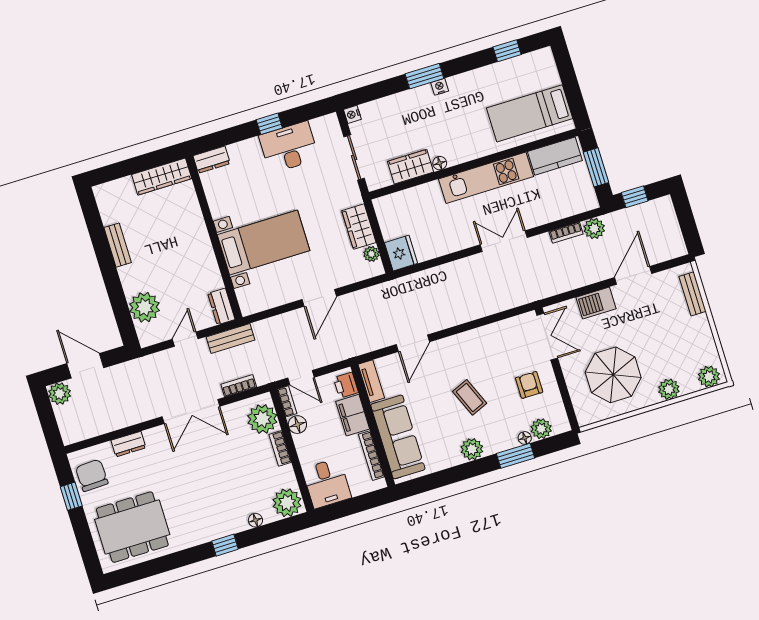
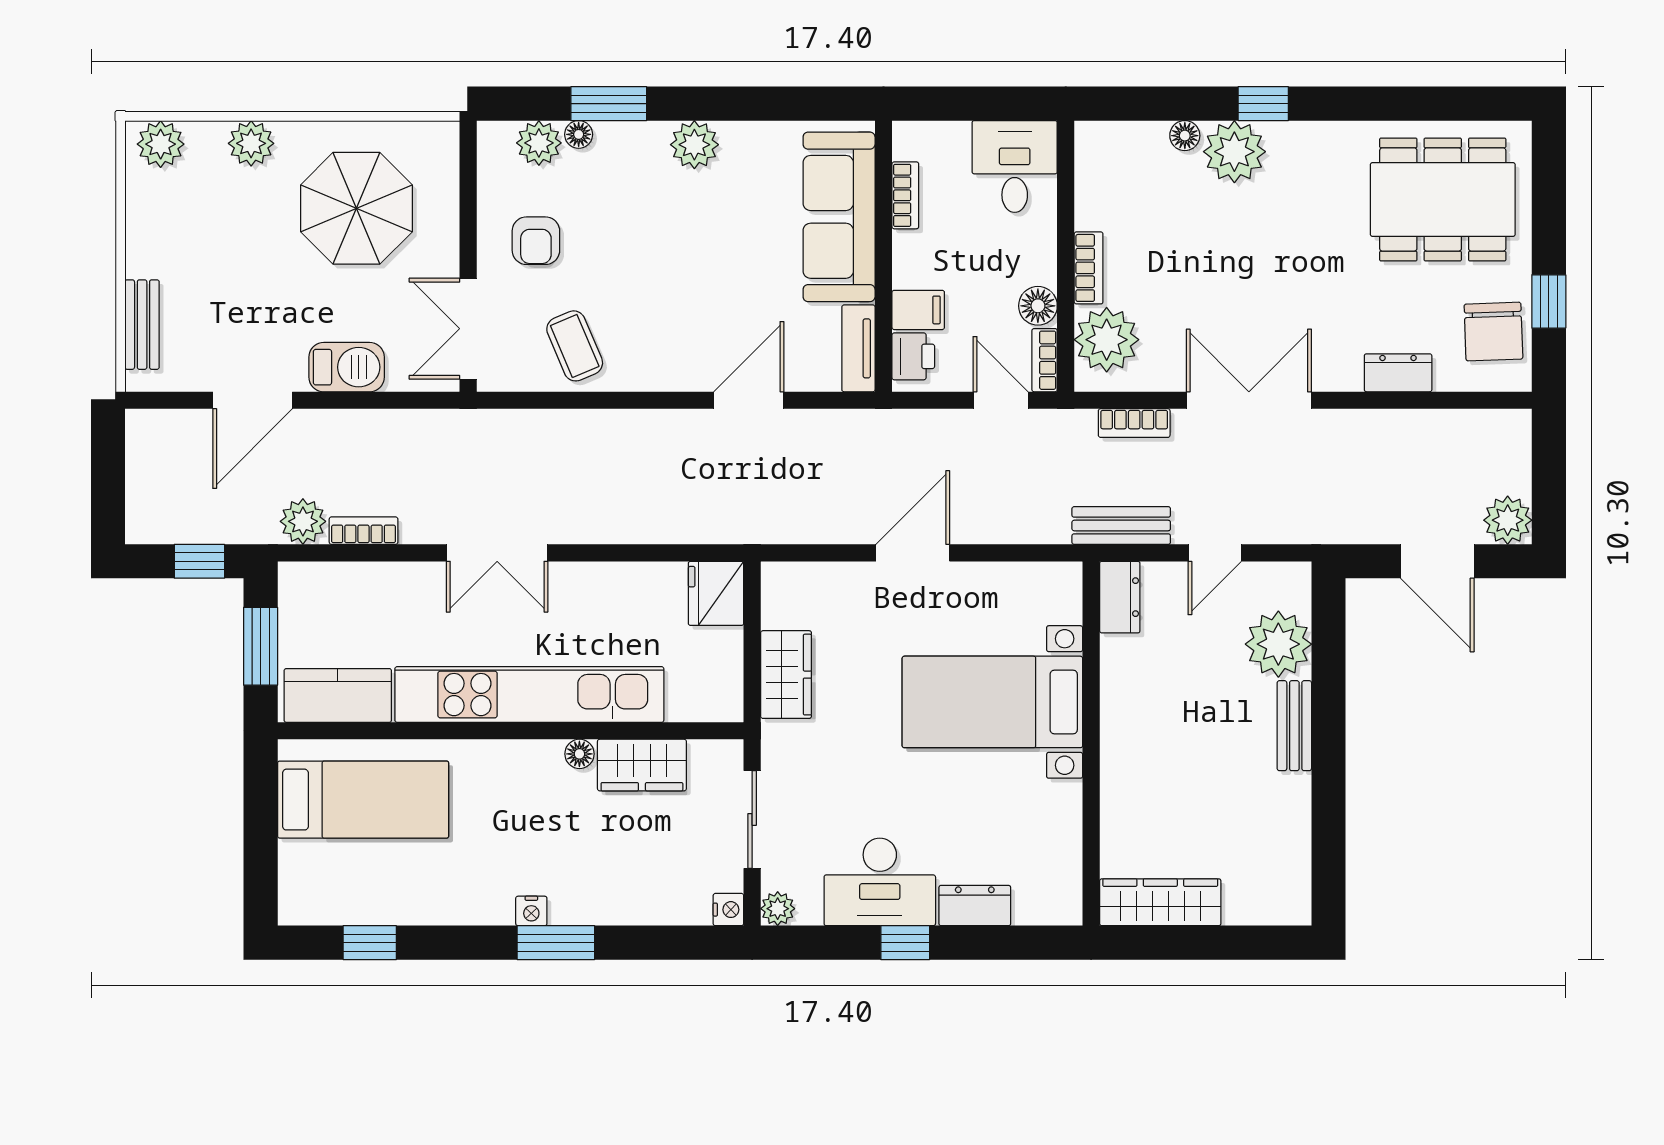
dresser: (212, 160) -> (975, 906), moved
kitchen unit: (486, 178) -> (529, 695), width x1.36
bench: (118, 245) -> (1294, 726), moved
plant: (371, 254) -> (778, 909), moved
coffee table: (470, 397) -> (575, 346), moved
filing cabinet: (353, 415) -> (918, 310), width x0.50
bookcase: (371, 456) -> (905, 195), width x0.64
plant: (287, 503) -> (1234, 152), moved

